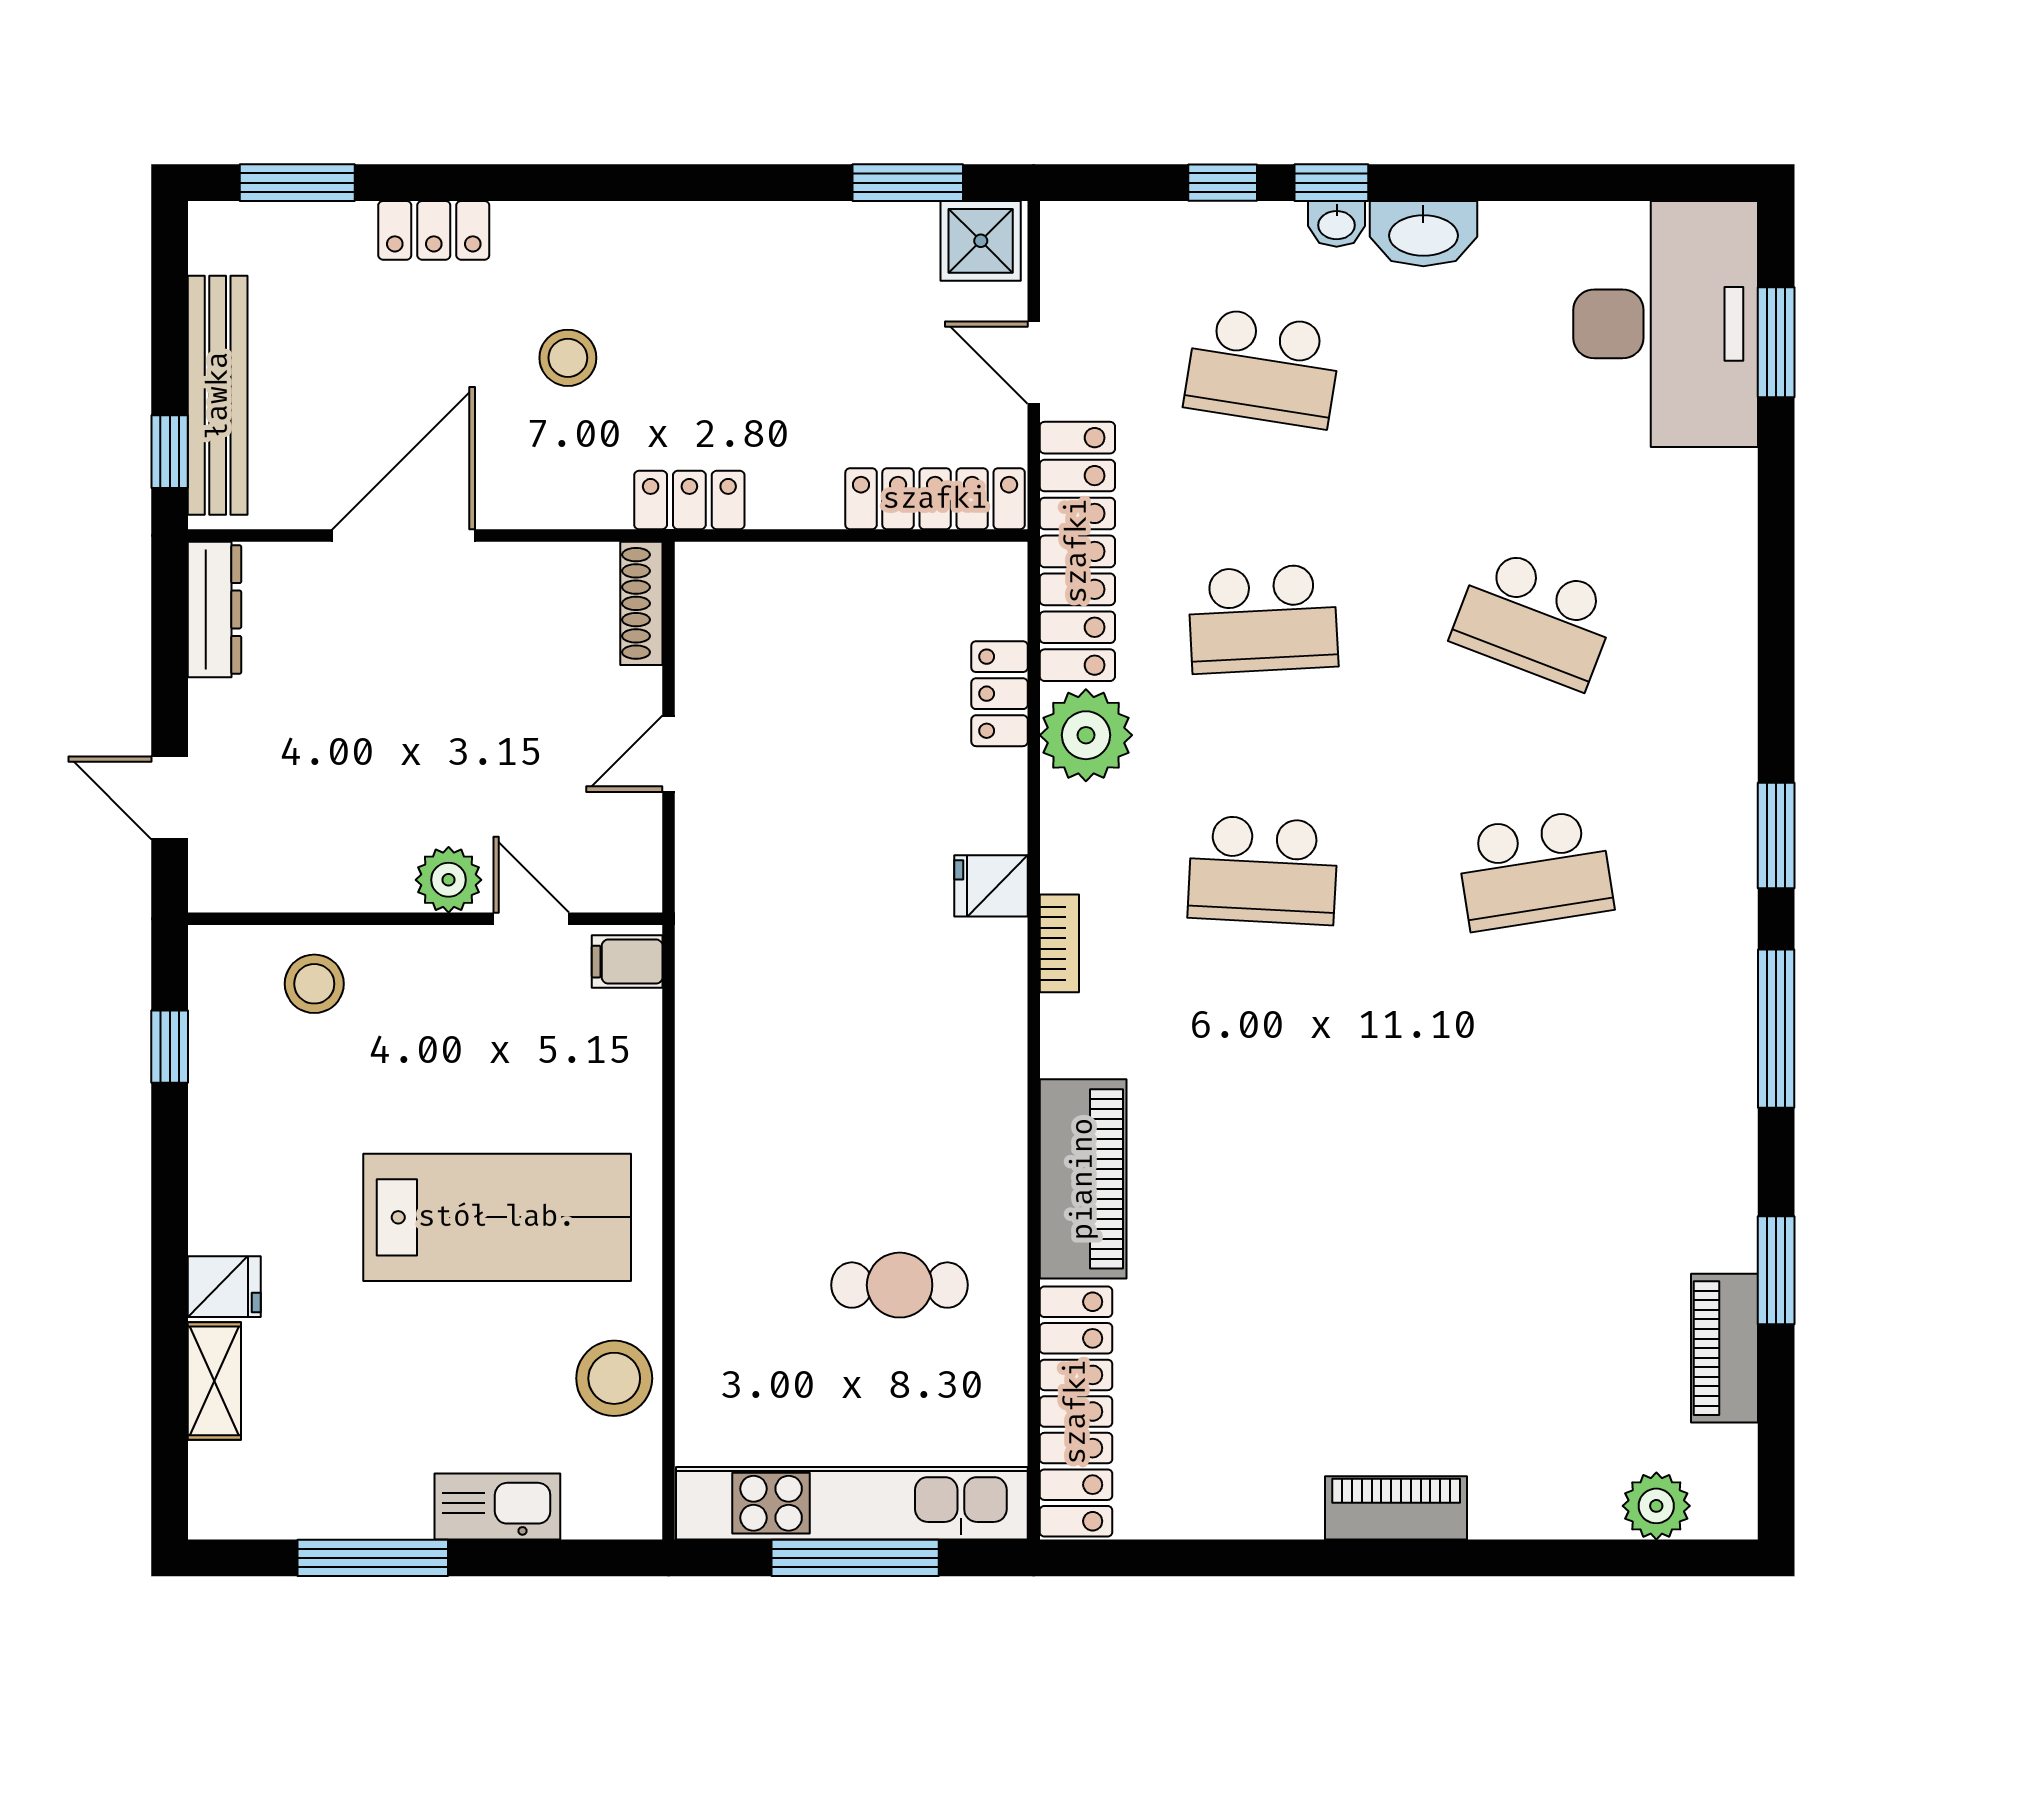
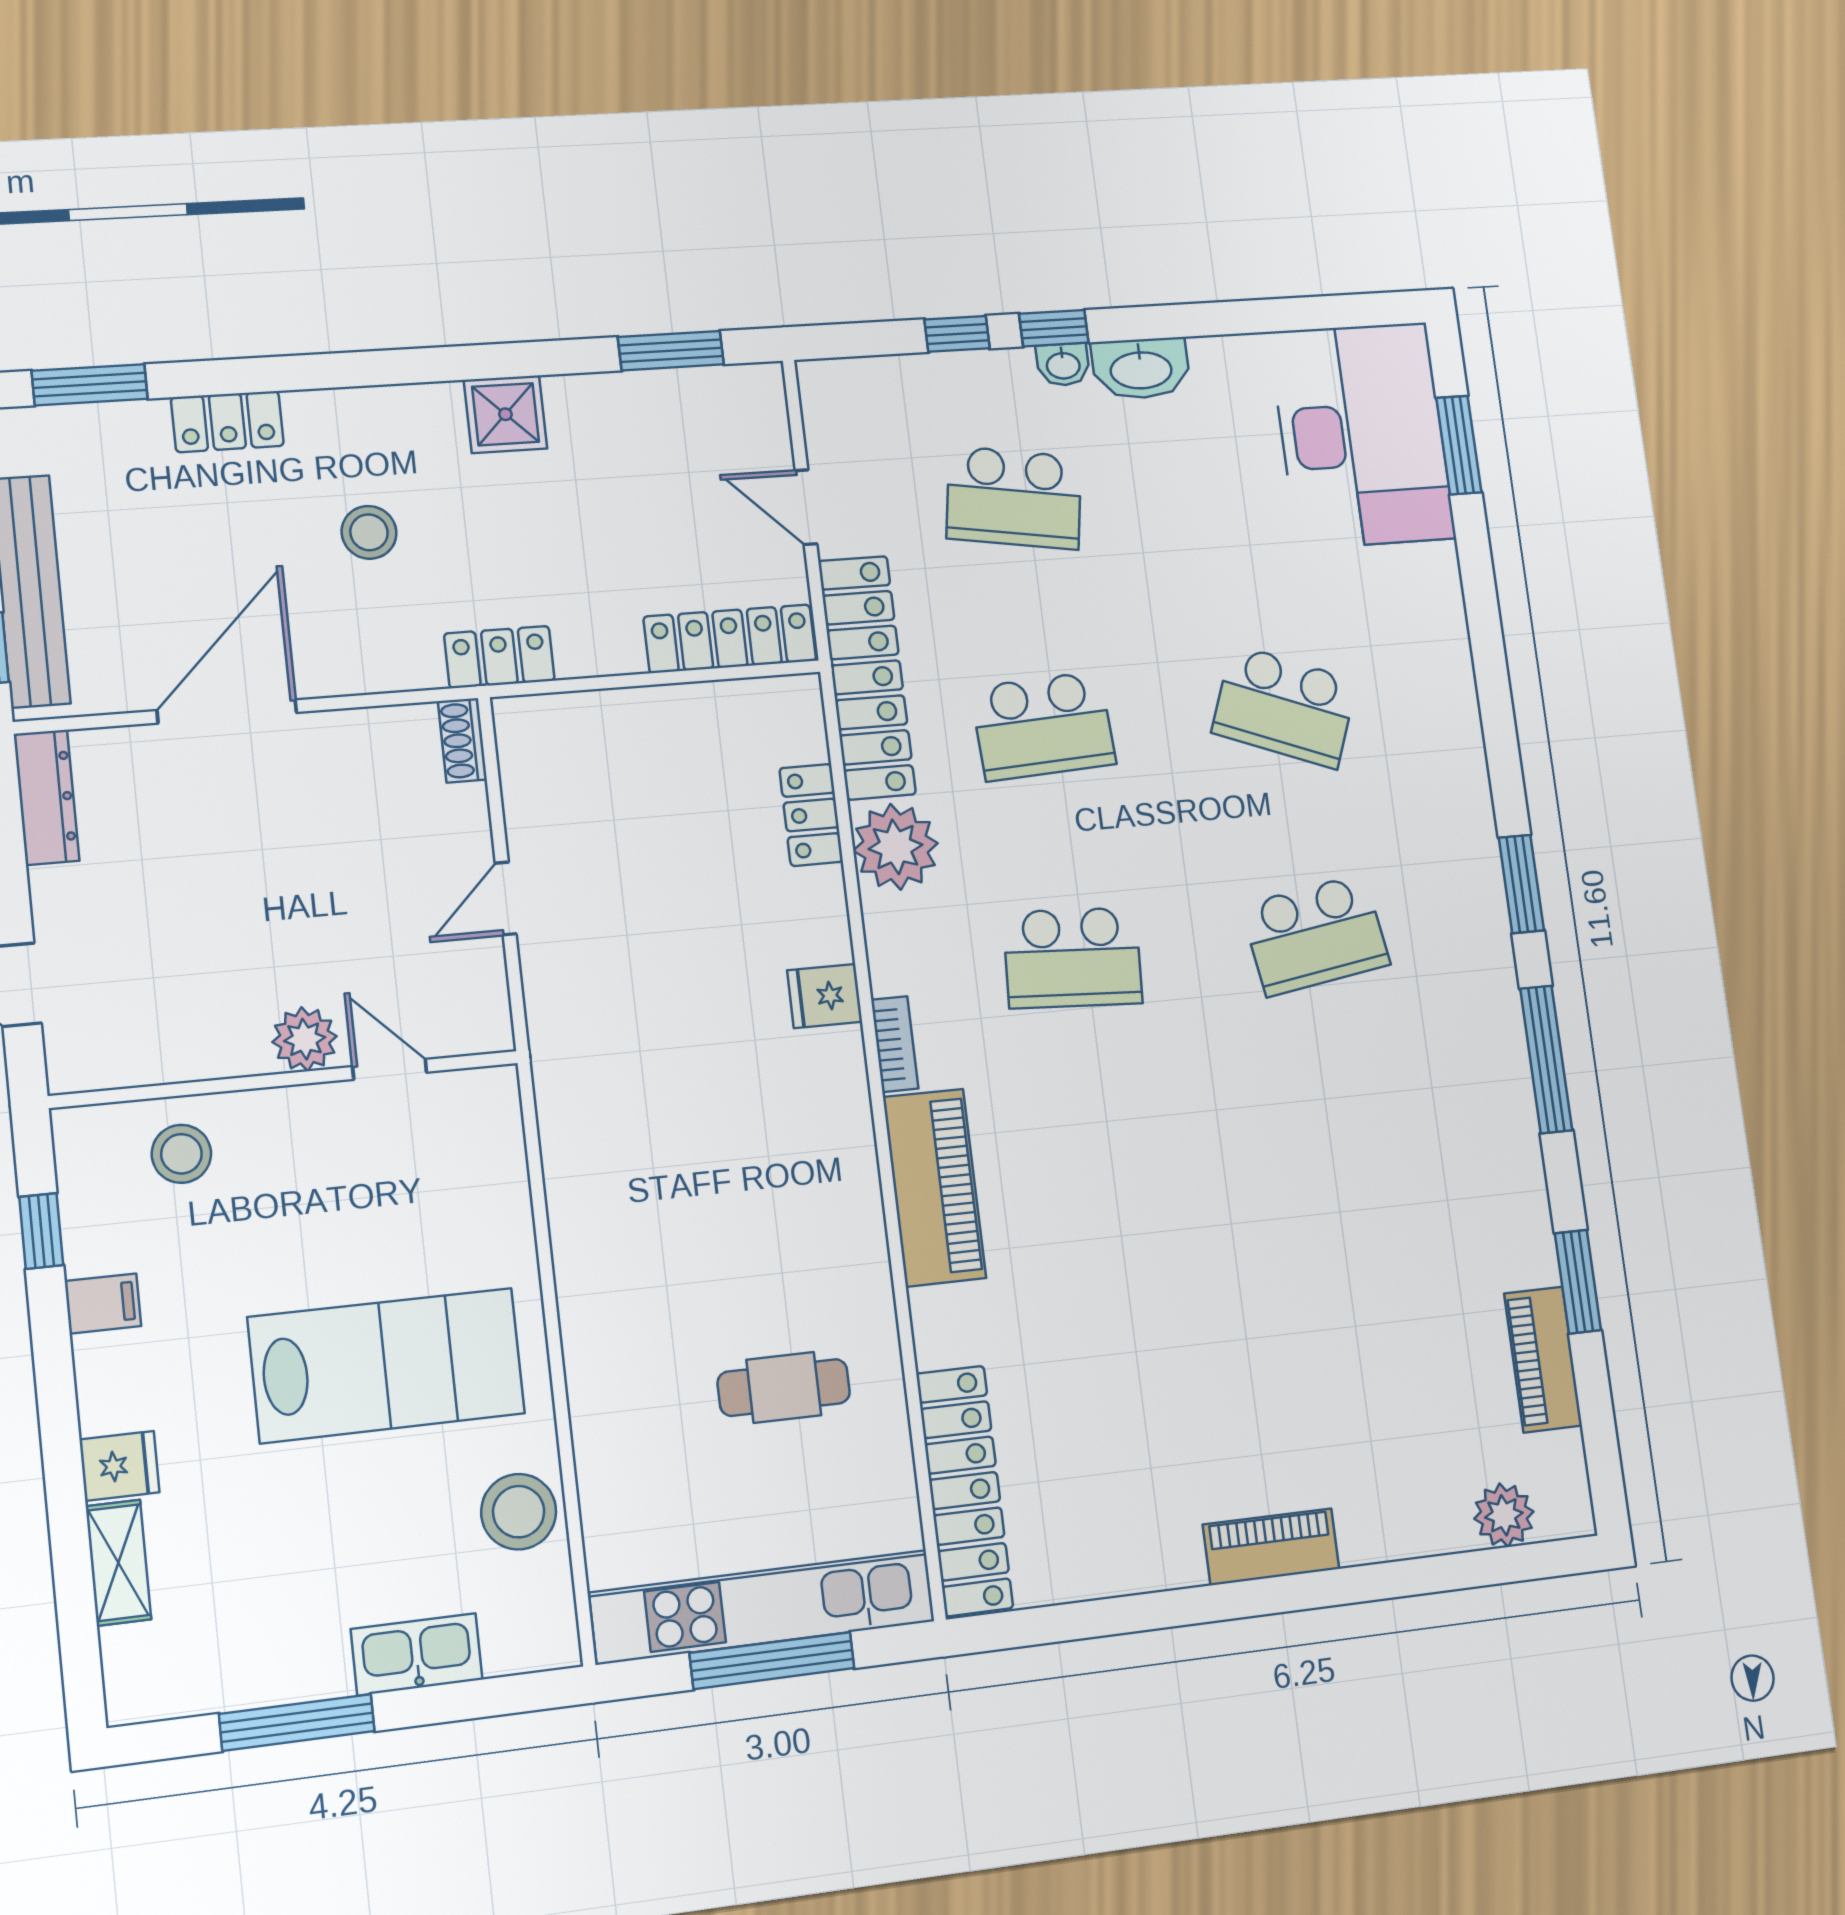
shower: (981, 241) -> (505, 414), moved
shoe rack: (641, 603) -> (462, 740), width x0.70
filing cabinet: (627, 962) -> (103, 1304), moved, turned 180
piano: (1083, 1179) -> (934, 1187), moved

